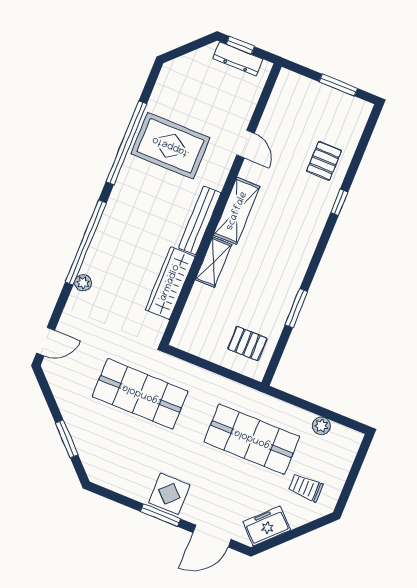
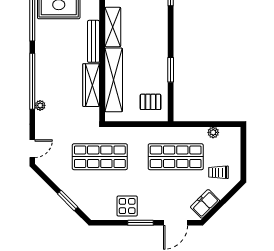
shelving: (214, 262) -> (114, 80), width x2.20, depth x1.33
display table: (169, 494) -> (127, 206), moved

